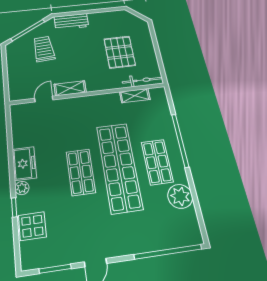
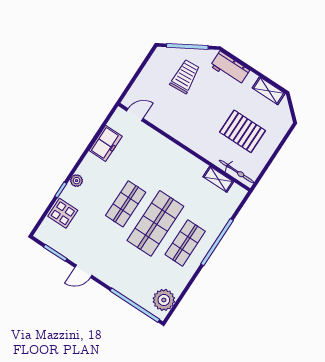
pallet: (120, 52) -> (243, 131), turned 90
shelving: (70, 88) -> (269, 91), moved
door: (44, 99) -> (135, 115), moved
freezer: (24, 164) -> (106, 143), moved
shop shelf: (119, 167) -> (155, 223), width x0.71
plant: (180, 196) -> (164, 300), moved

